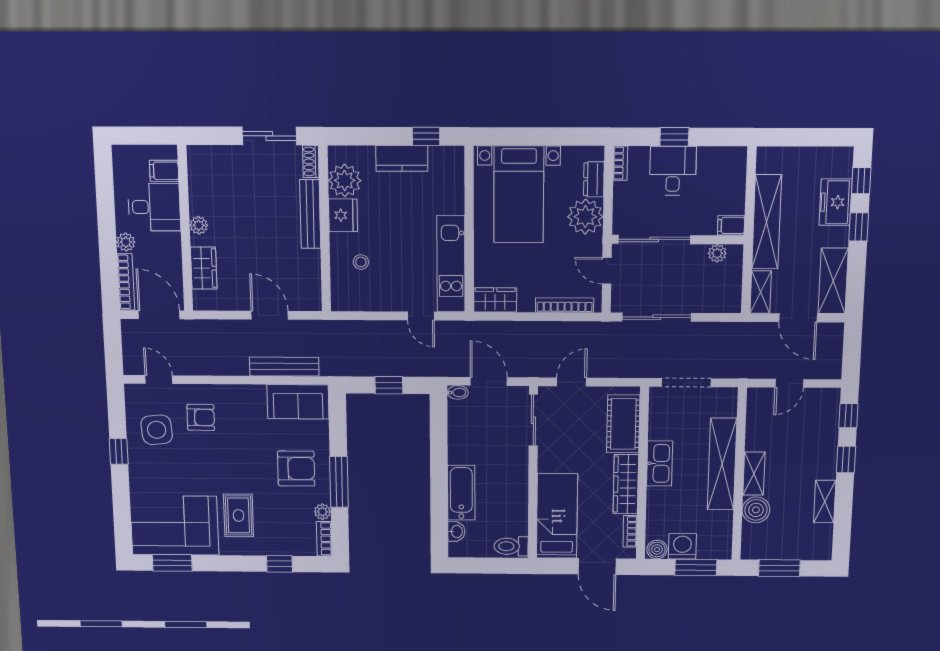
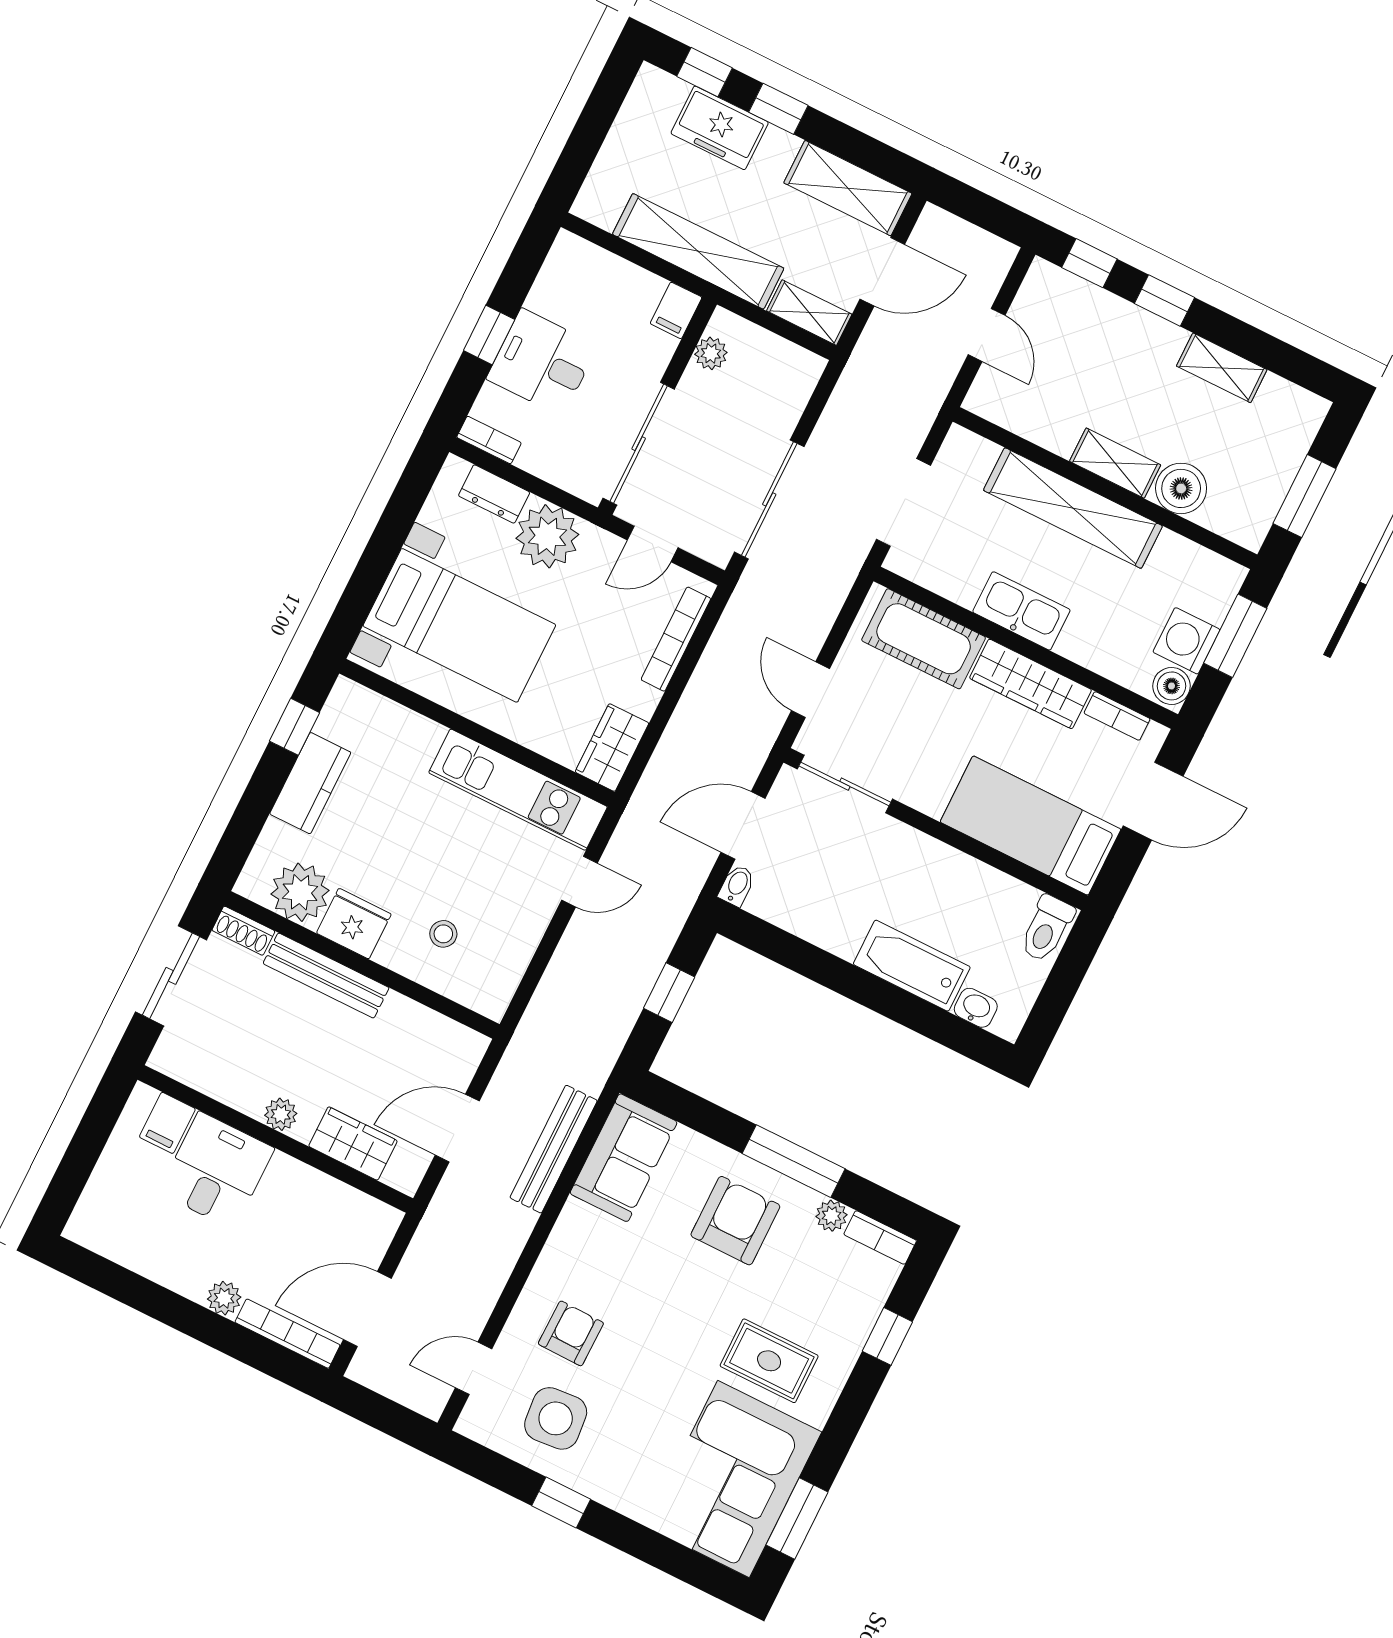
filing cabinet: (164, 171) -> (167, 1123), moved
desk: (154, 207) -> (216, 1170), moved
plant: (199, 225) -> (281, 1114), moved
wall: (185, 229) -> (275, 1139), moved
wardrobe: (204, 268) -> (353, 1143), moved

